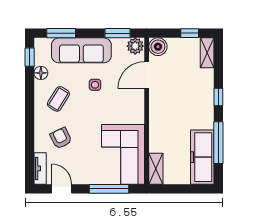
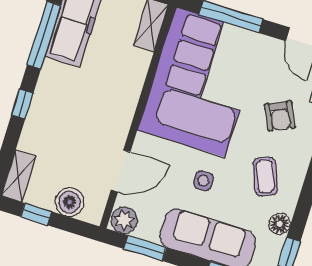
boiler: (158, 47) -> (69, 202), moved
coffee table: (58, 99) -> (265, 176), turned -54
corner sofa: (123, 154) -> (200, 82), width x1.36, depth x1.36

